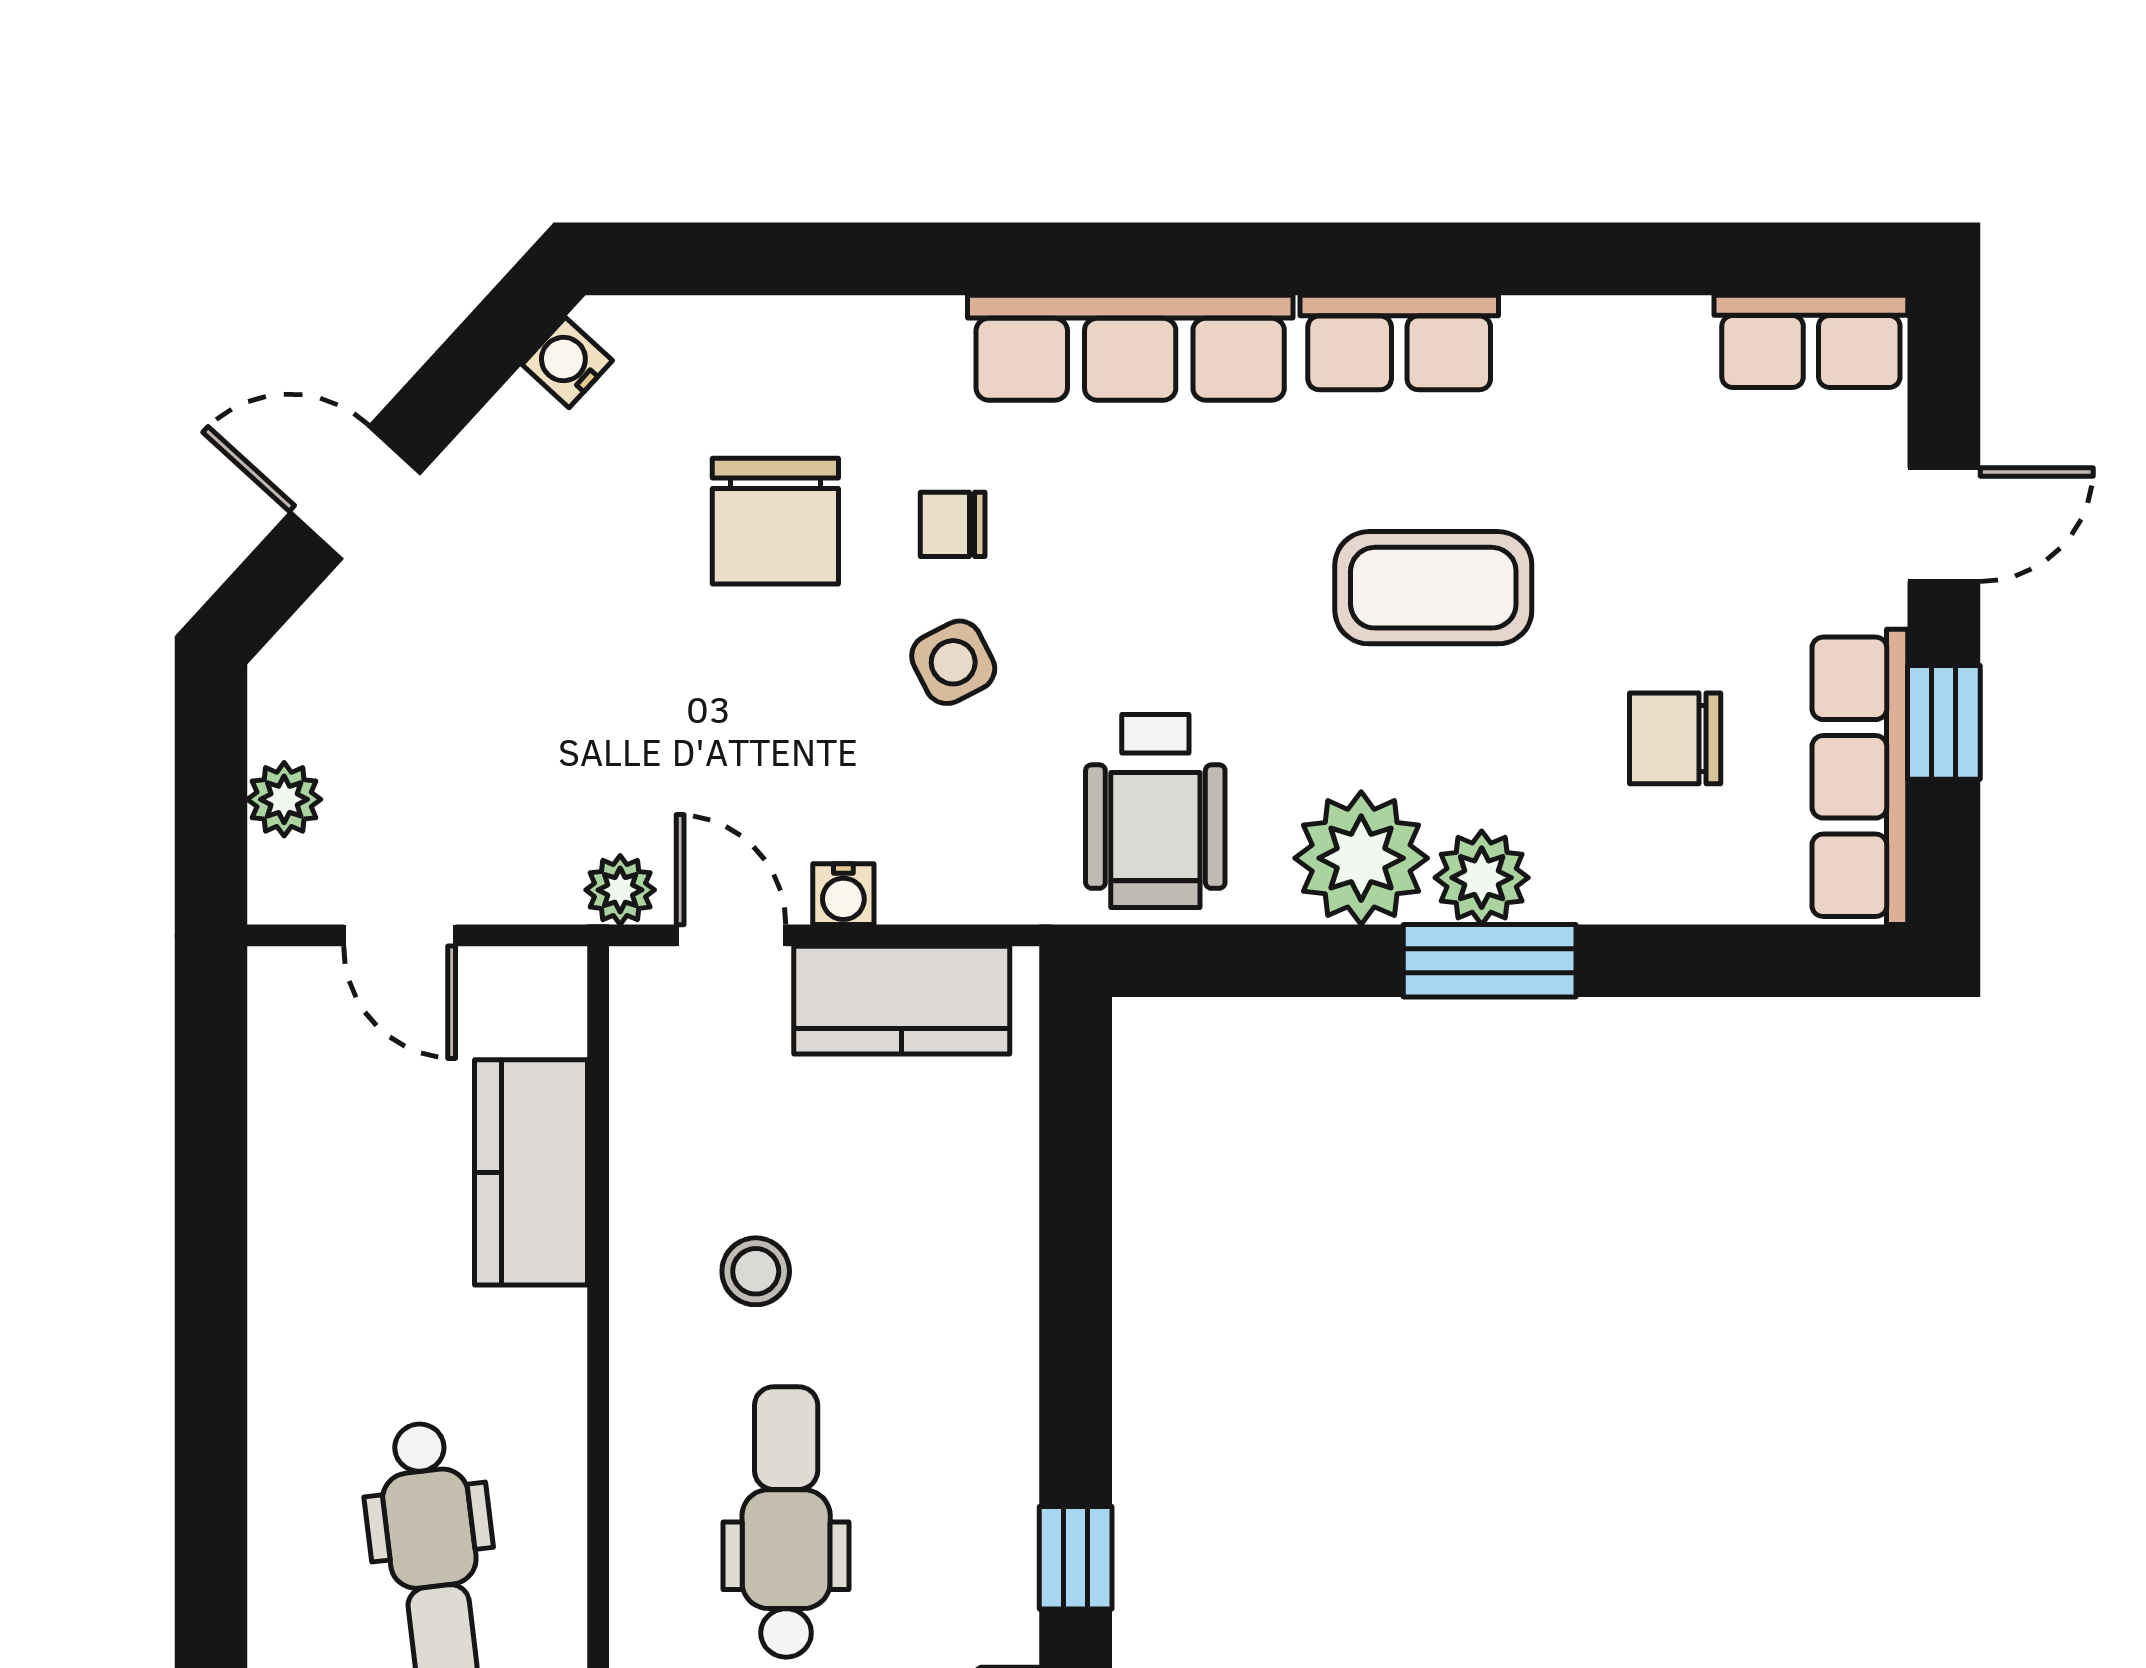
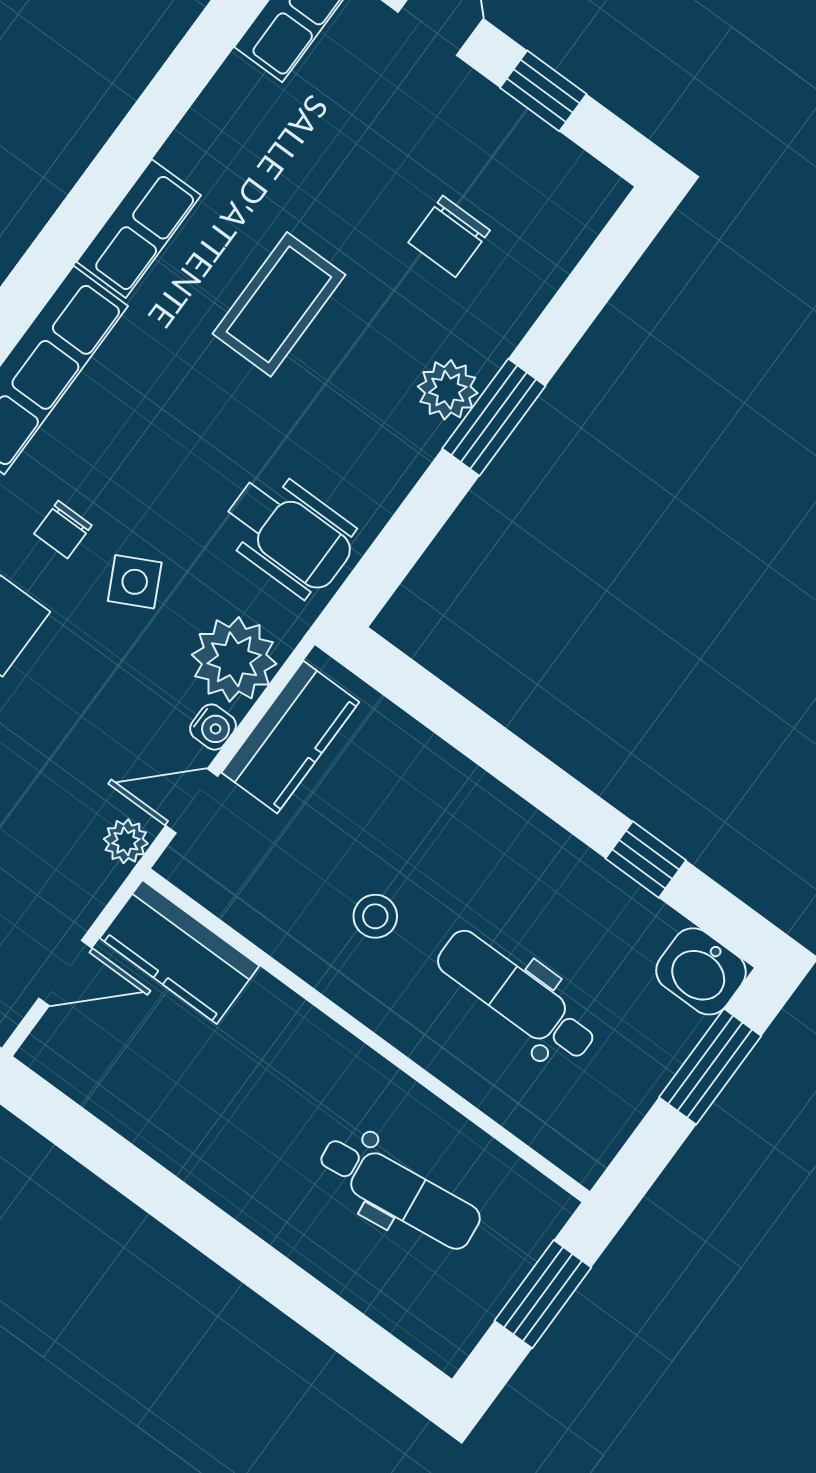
row of seats: (1860, 777) -> (540, 155), removed
plant: (1361, 858) -> (234, 659), moved
kitchen counter: (531, 1172) -> (180, 952), moved

